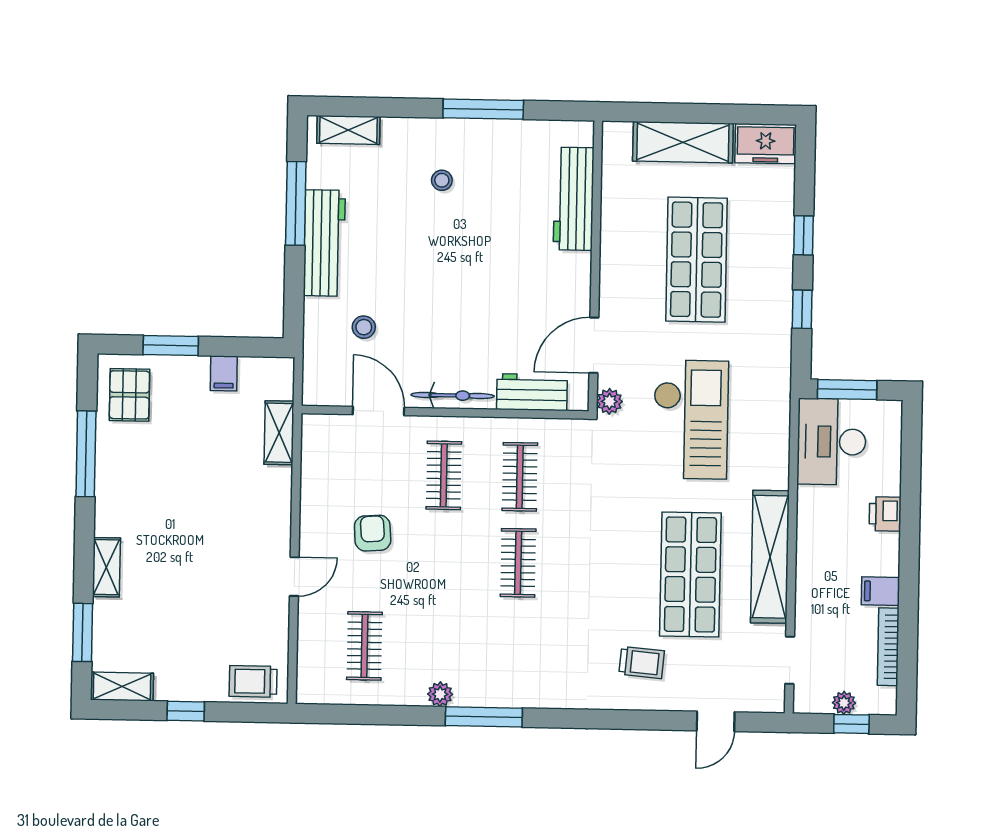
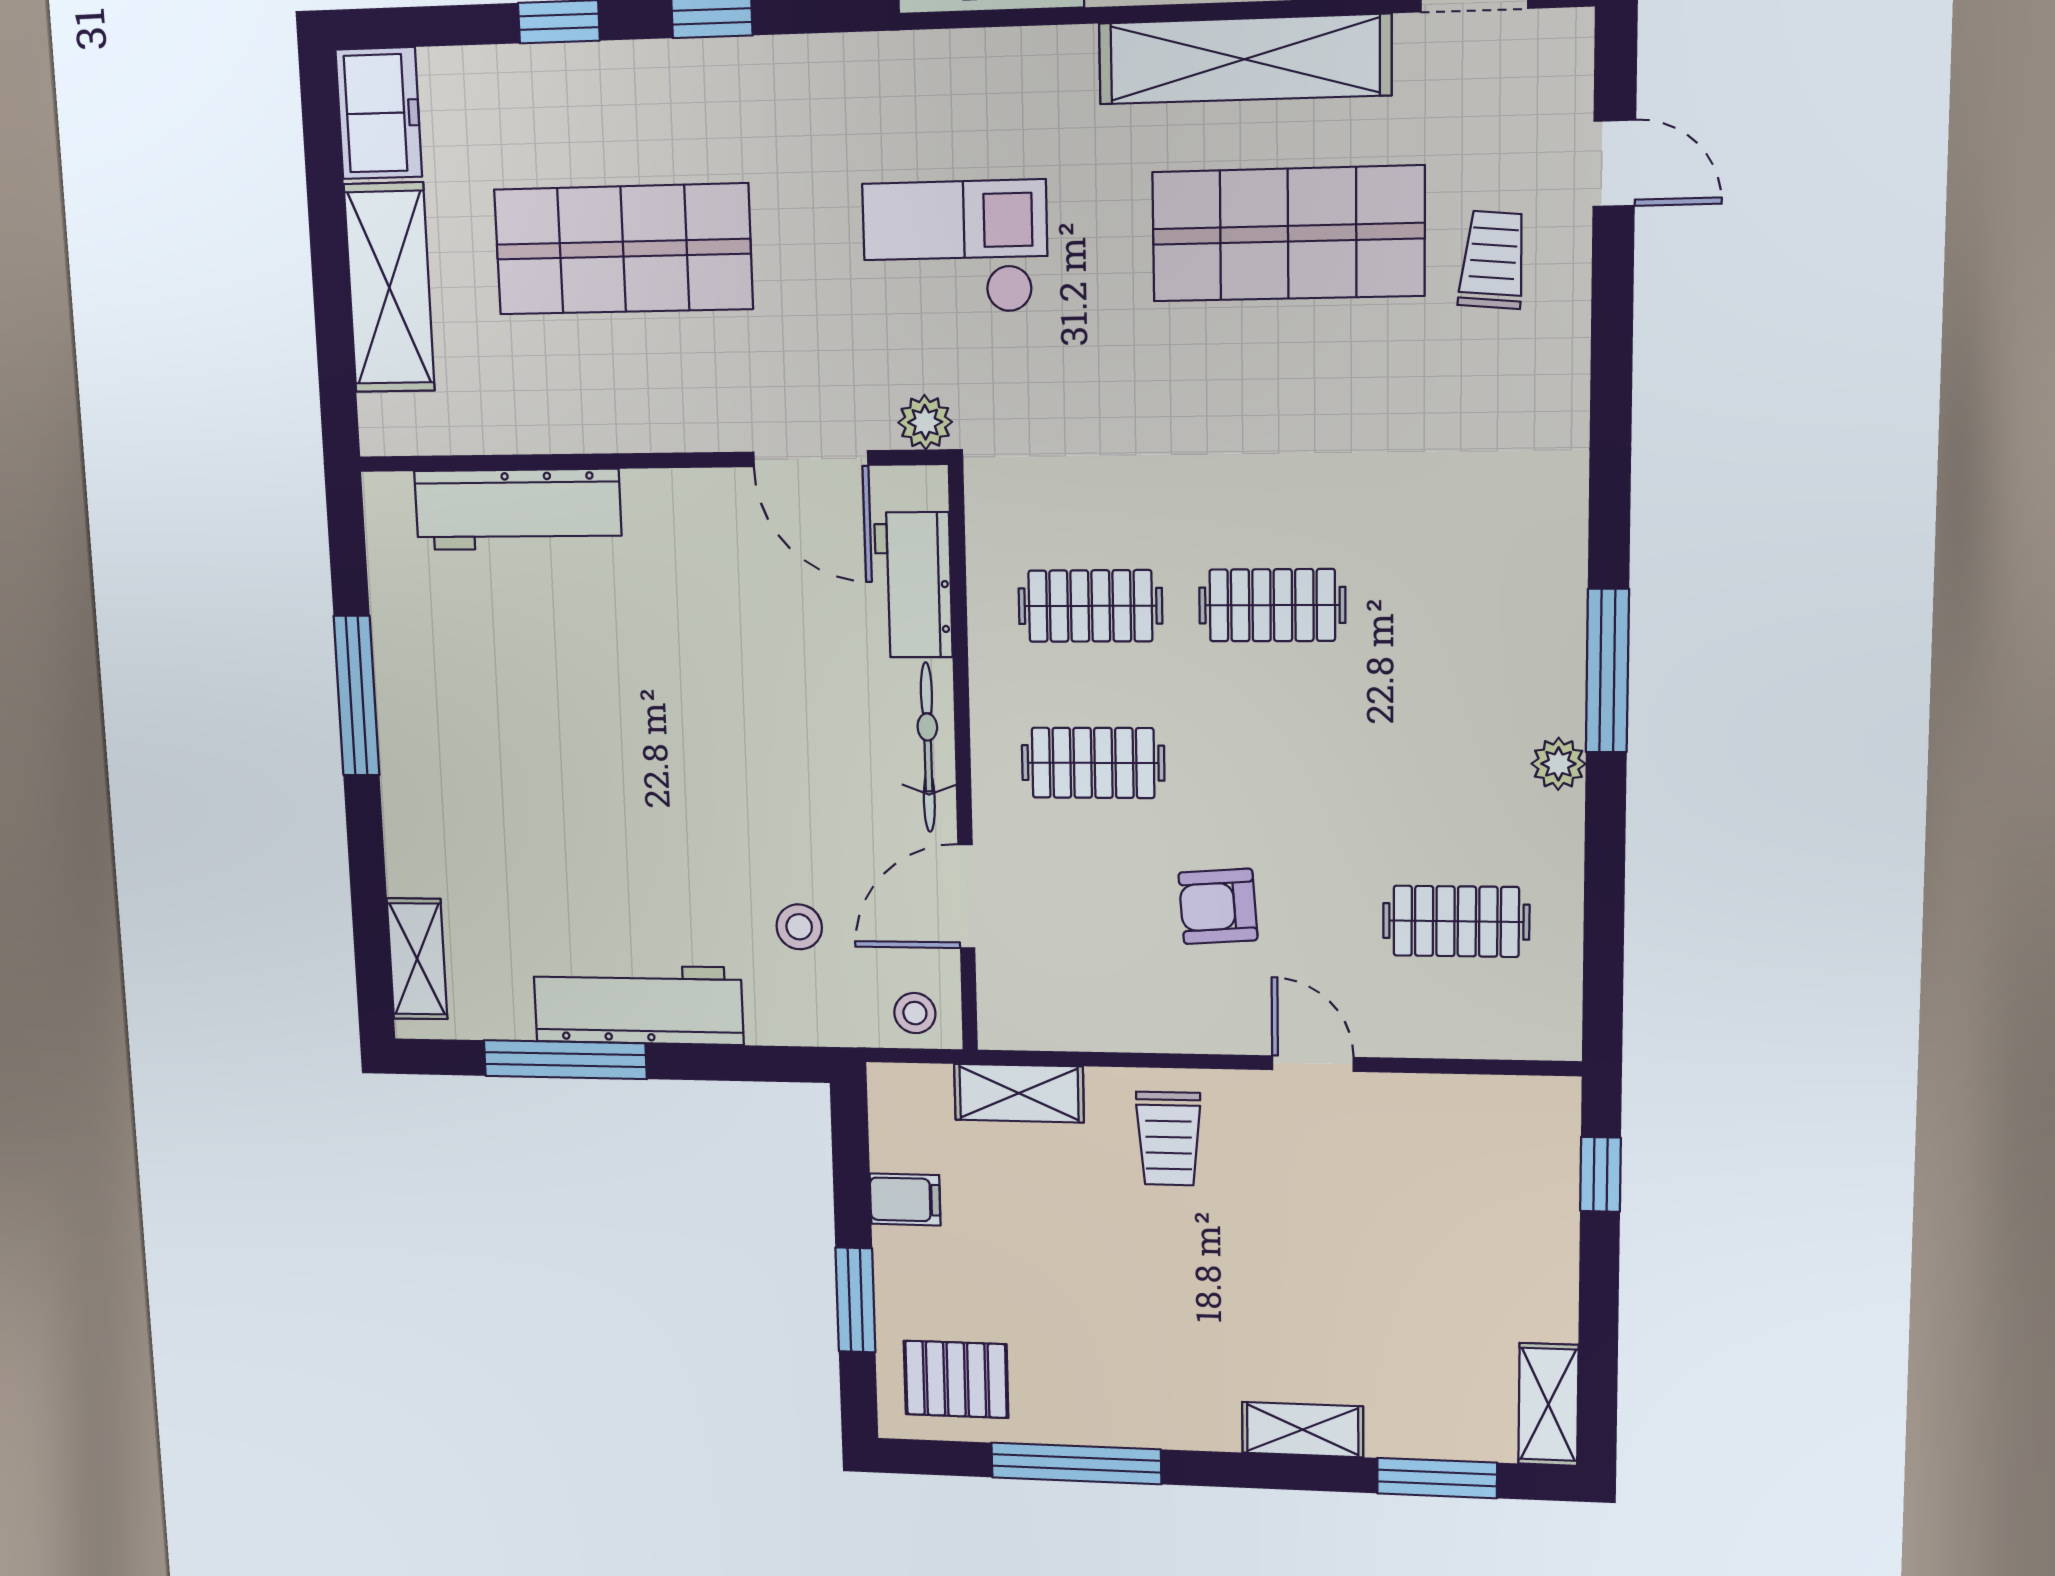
stool: (442, 180) -> (915, 1013), moved
checkout: (691, 419) -> (955, 247), width x0.73, depth x0.83
trolley: (642, 663) -> (1493, 260), moved
trolley: (253, 681) -> (1169, 1139), moved
window: (186, 711) -> (1600, 1174), moved

